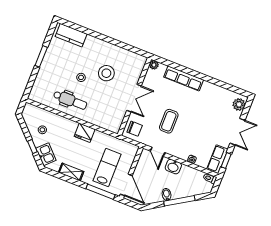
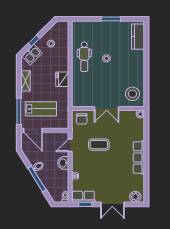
stool: (106, 73) -> (133, 94), moved
row of seats: (184, 78) -> (139, 157), moved
door: (126, 185) -> (33, 130), hinge flipped

